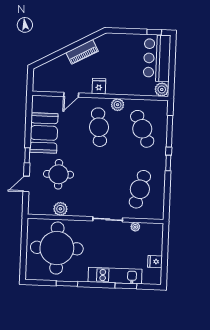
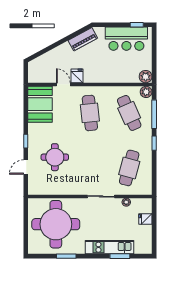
piano: (82, 52) -> (83, 39), moved
bar counter: (157, 58) -> (126, 39), moved, turned -90
fridge: (99, 86) -> (77, 76), moved
door: (71, 95) -> (63, 84), swing flipped
plant: (118, 105) -> (146, 92), moved
booth: (44, 133) -> (40, 104), moved
plant: (60, 209) -> (58, 189), removed
fridge: (155, 262) -> (145, 219), moved

